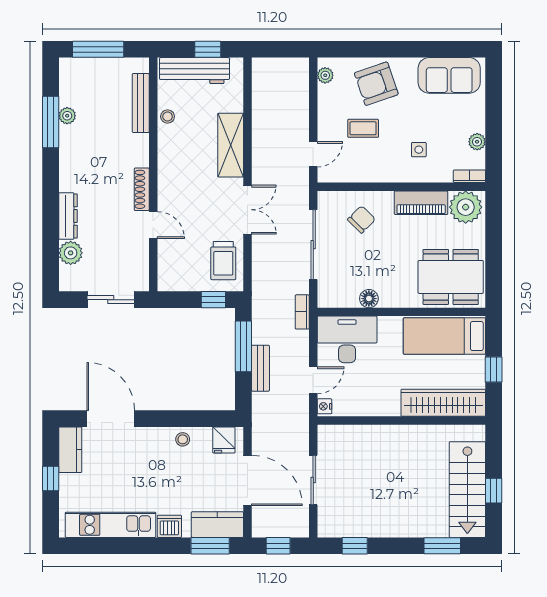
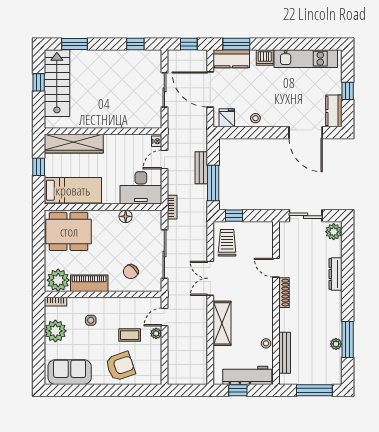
plant: (325, 75) -> (156, 333), moved
plant: (477, 142) -> (55, 331), width x1.88, depth x1.88
plant: (71, 253) -> (334, 232), moved

